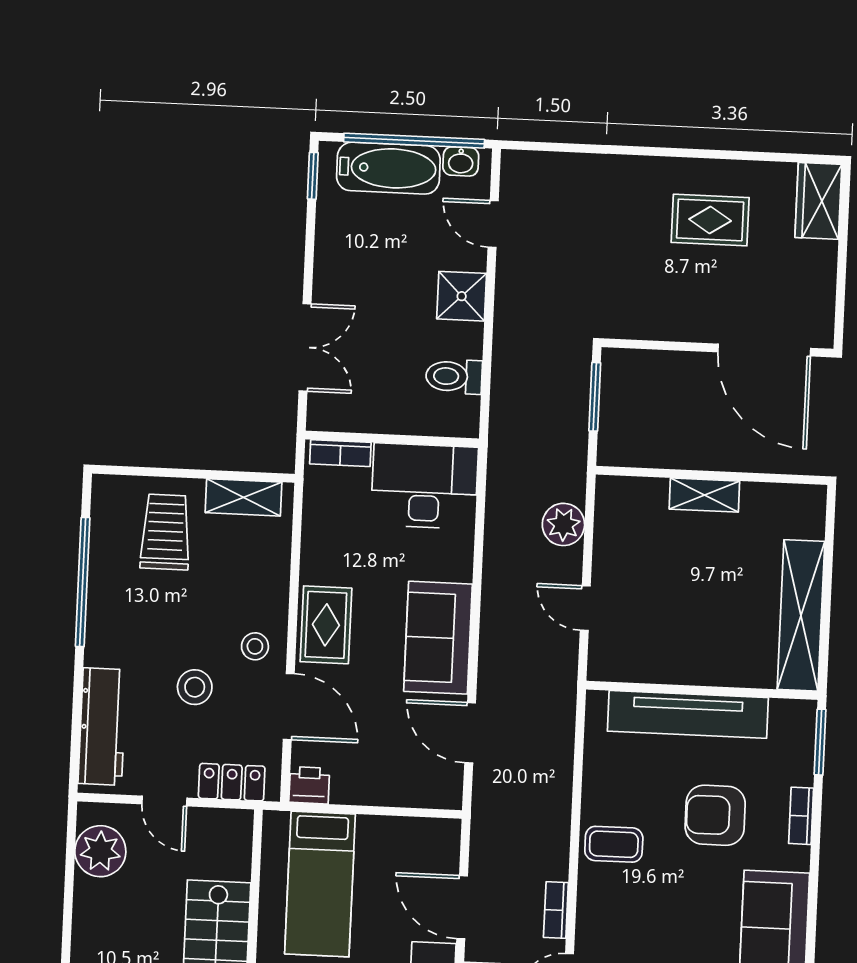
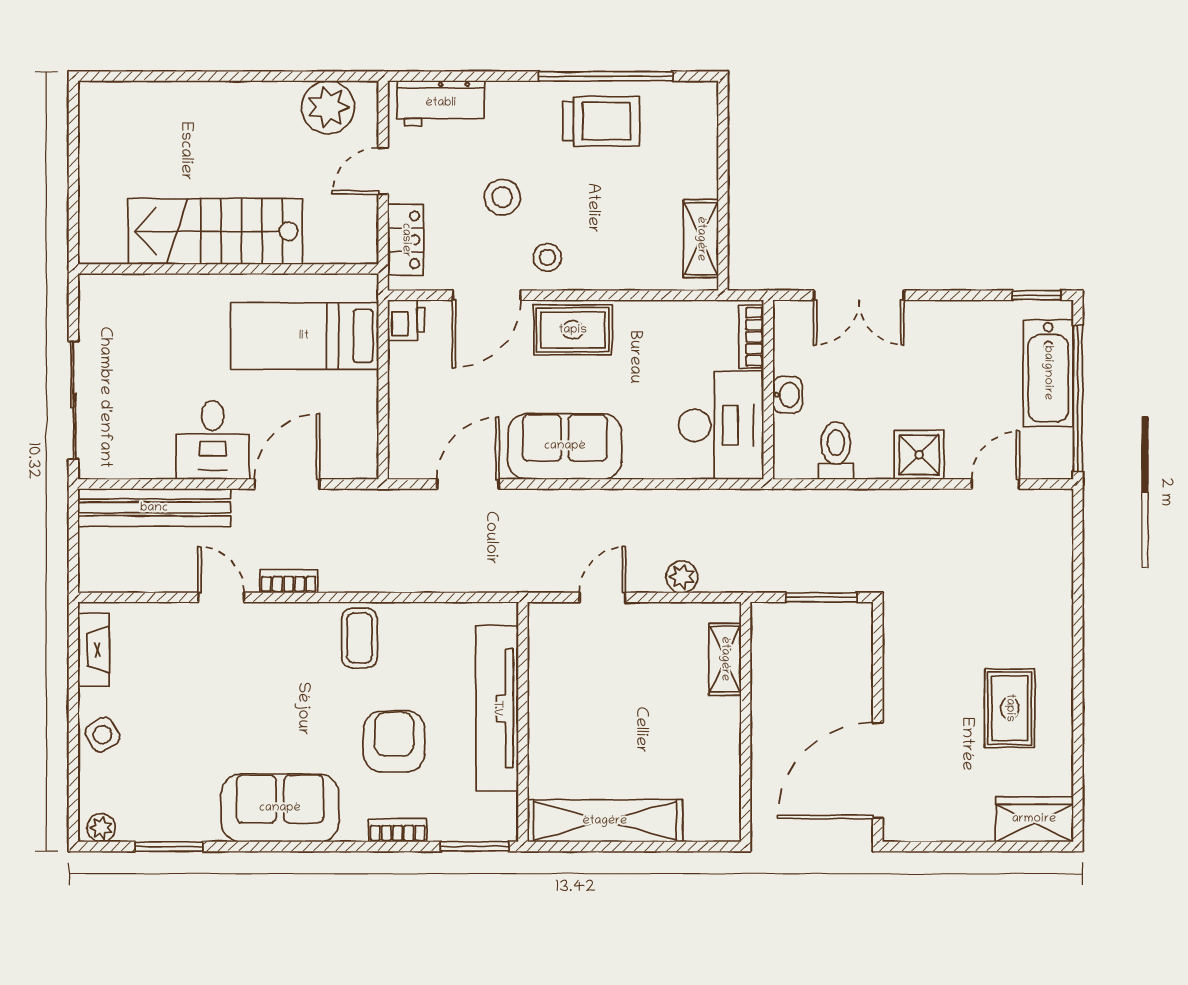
washbasin: (461, 161) -> (787, 395), moved, turned 180
shelving: (704, 495) -> (725, 659), moved
plant: (563, 524) -> (682, 577), width x0.73, depth x0.73
trolley: (166, 532) -> (601, 121), moved
workbench: (102, 727) -> (441, 103), width x0.73

